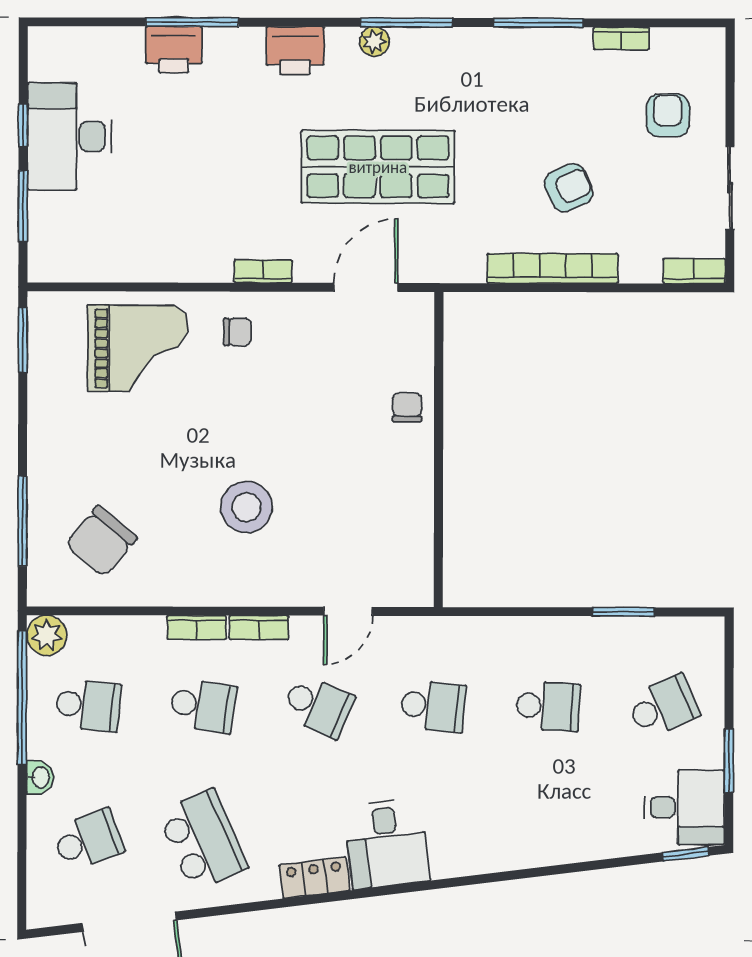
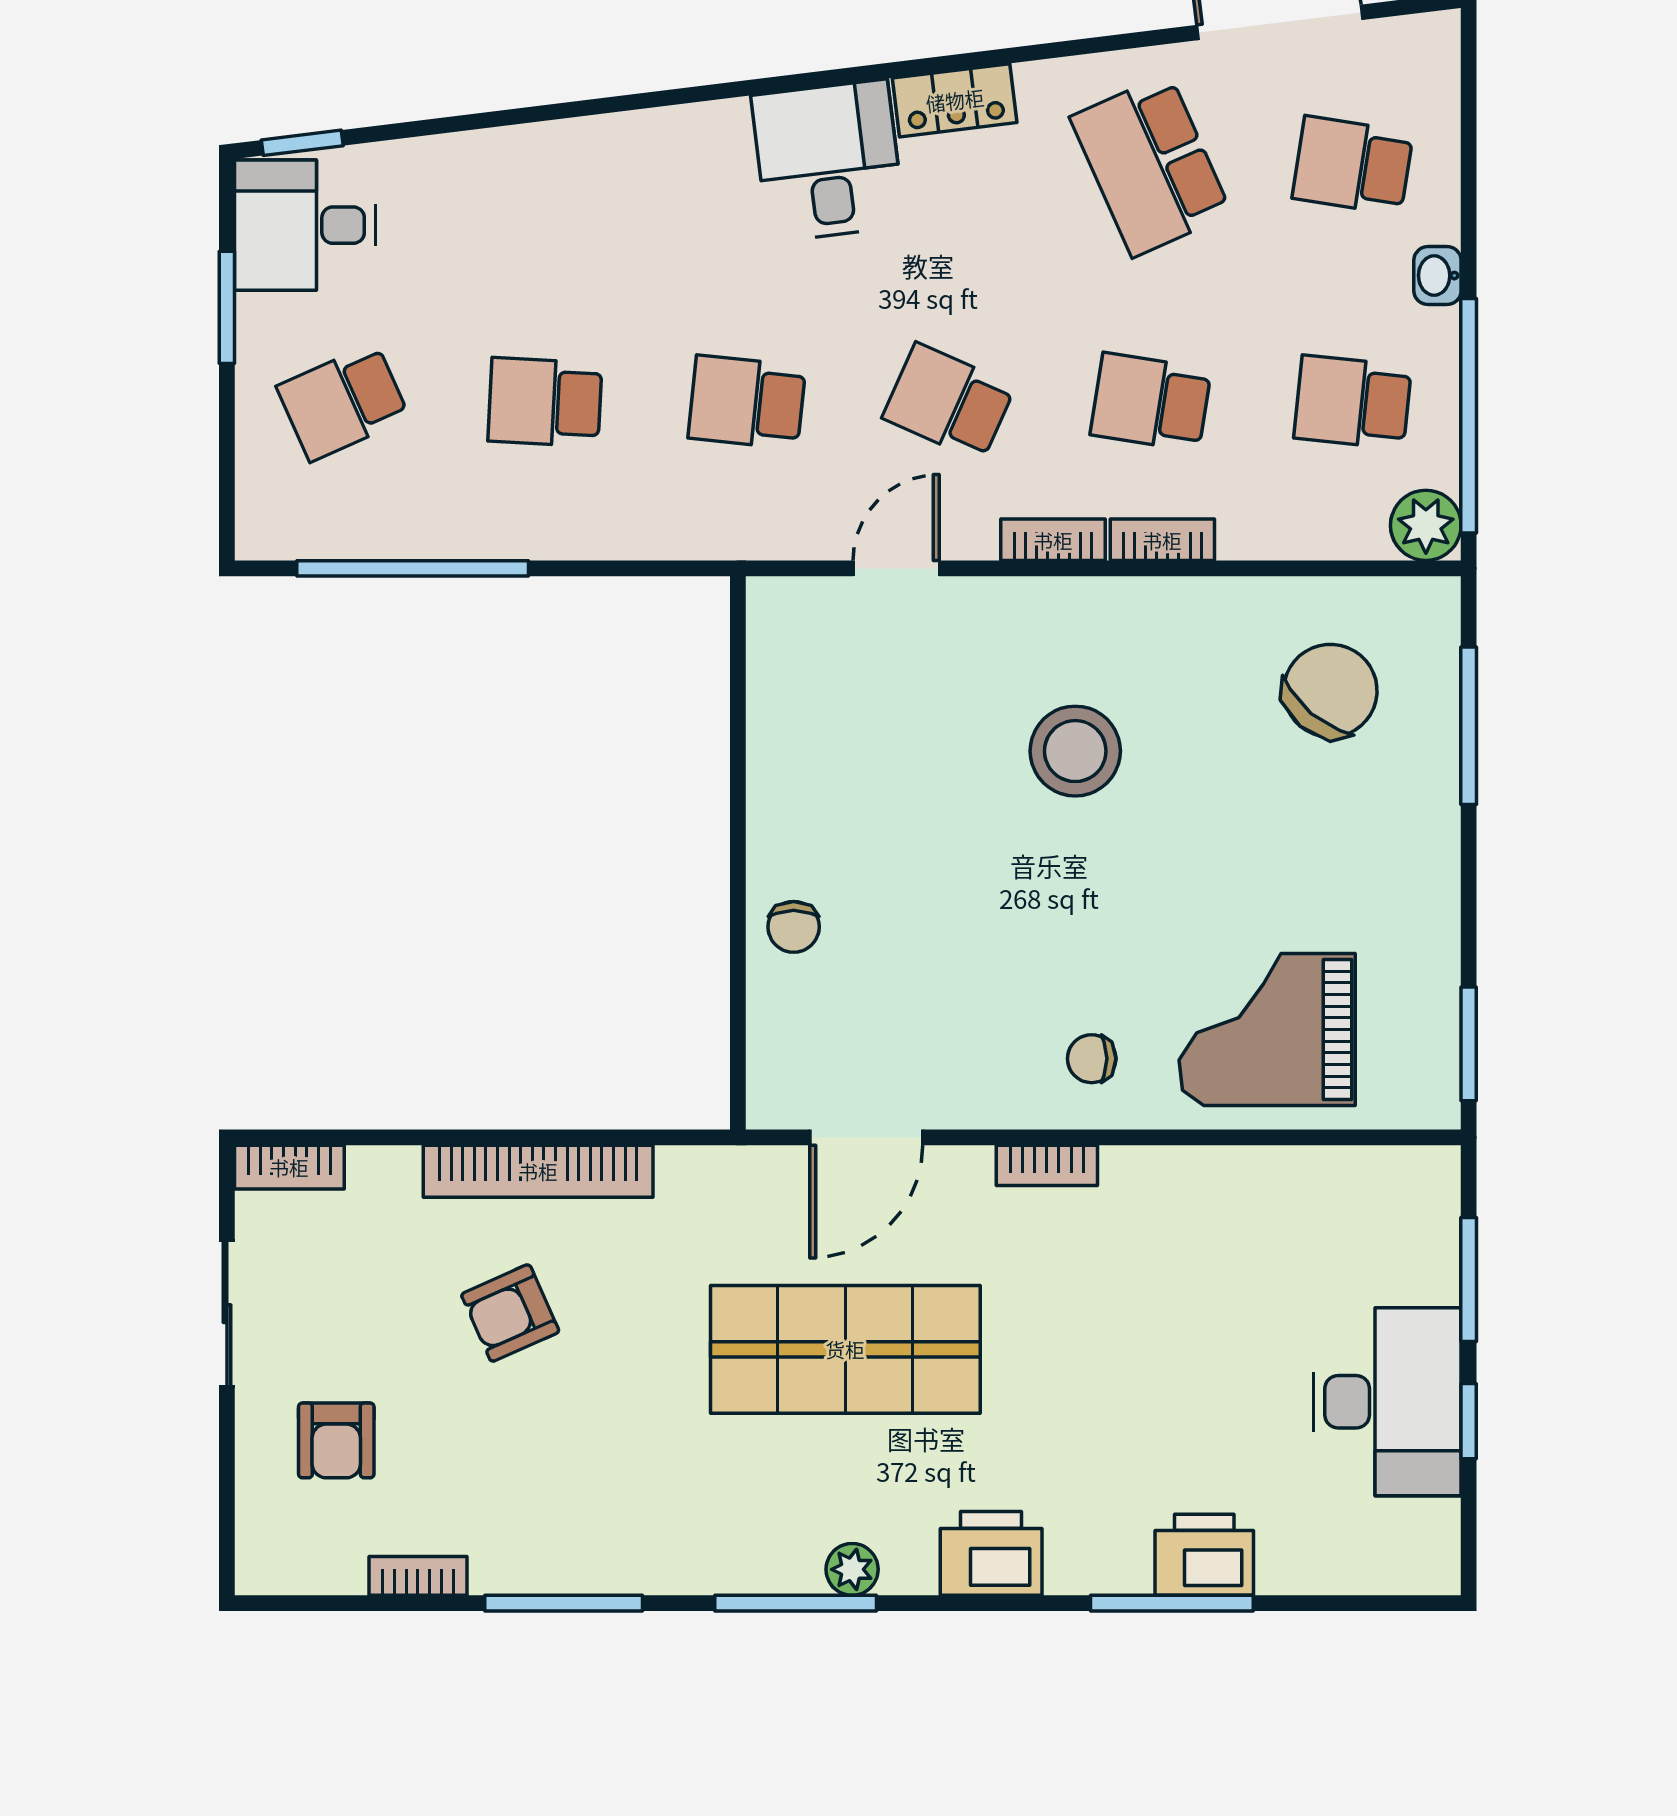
window: (623, 612) -> (413, 568), width x2.11
school desk: (88, 840) -> (1353, 165), turned 30

